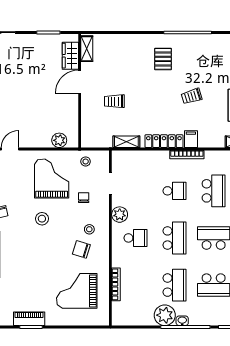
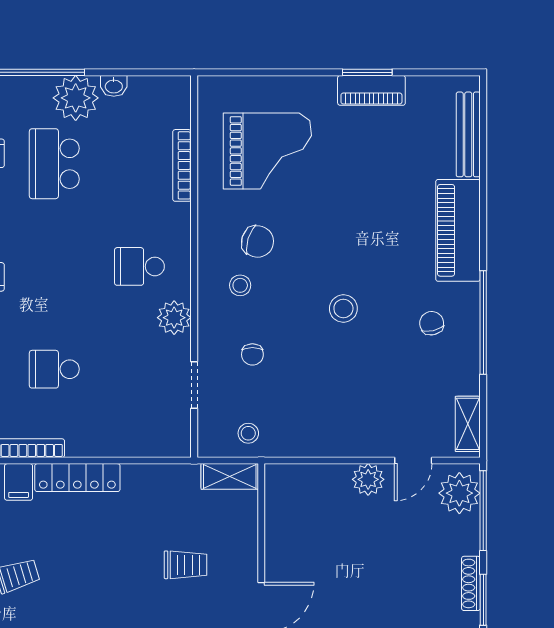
plant: (59, 140) -> (368, 479), moved
shelving: (126, 142) -> (230, 476), moved
grand piano: (52, 178) -> (322, 396), removed
school desk: (175, 238) -> (54, 266), removed
washbasin: (182, 321) -> (114, 86), moved

